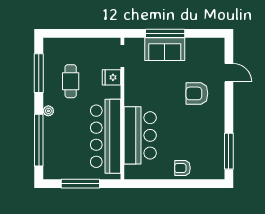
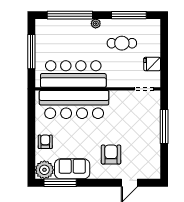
sofa: (165, 49) -> (72, 169), moved, turned 90
fridge: (112, 77) -> (152, 64), moved, turned -90
bar counter: (140, 135) -> (74, 104), width x1.36
plant: (214, 169) -> (44, 170), added

